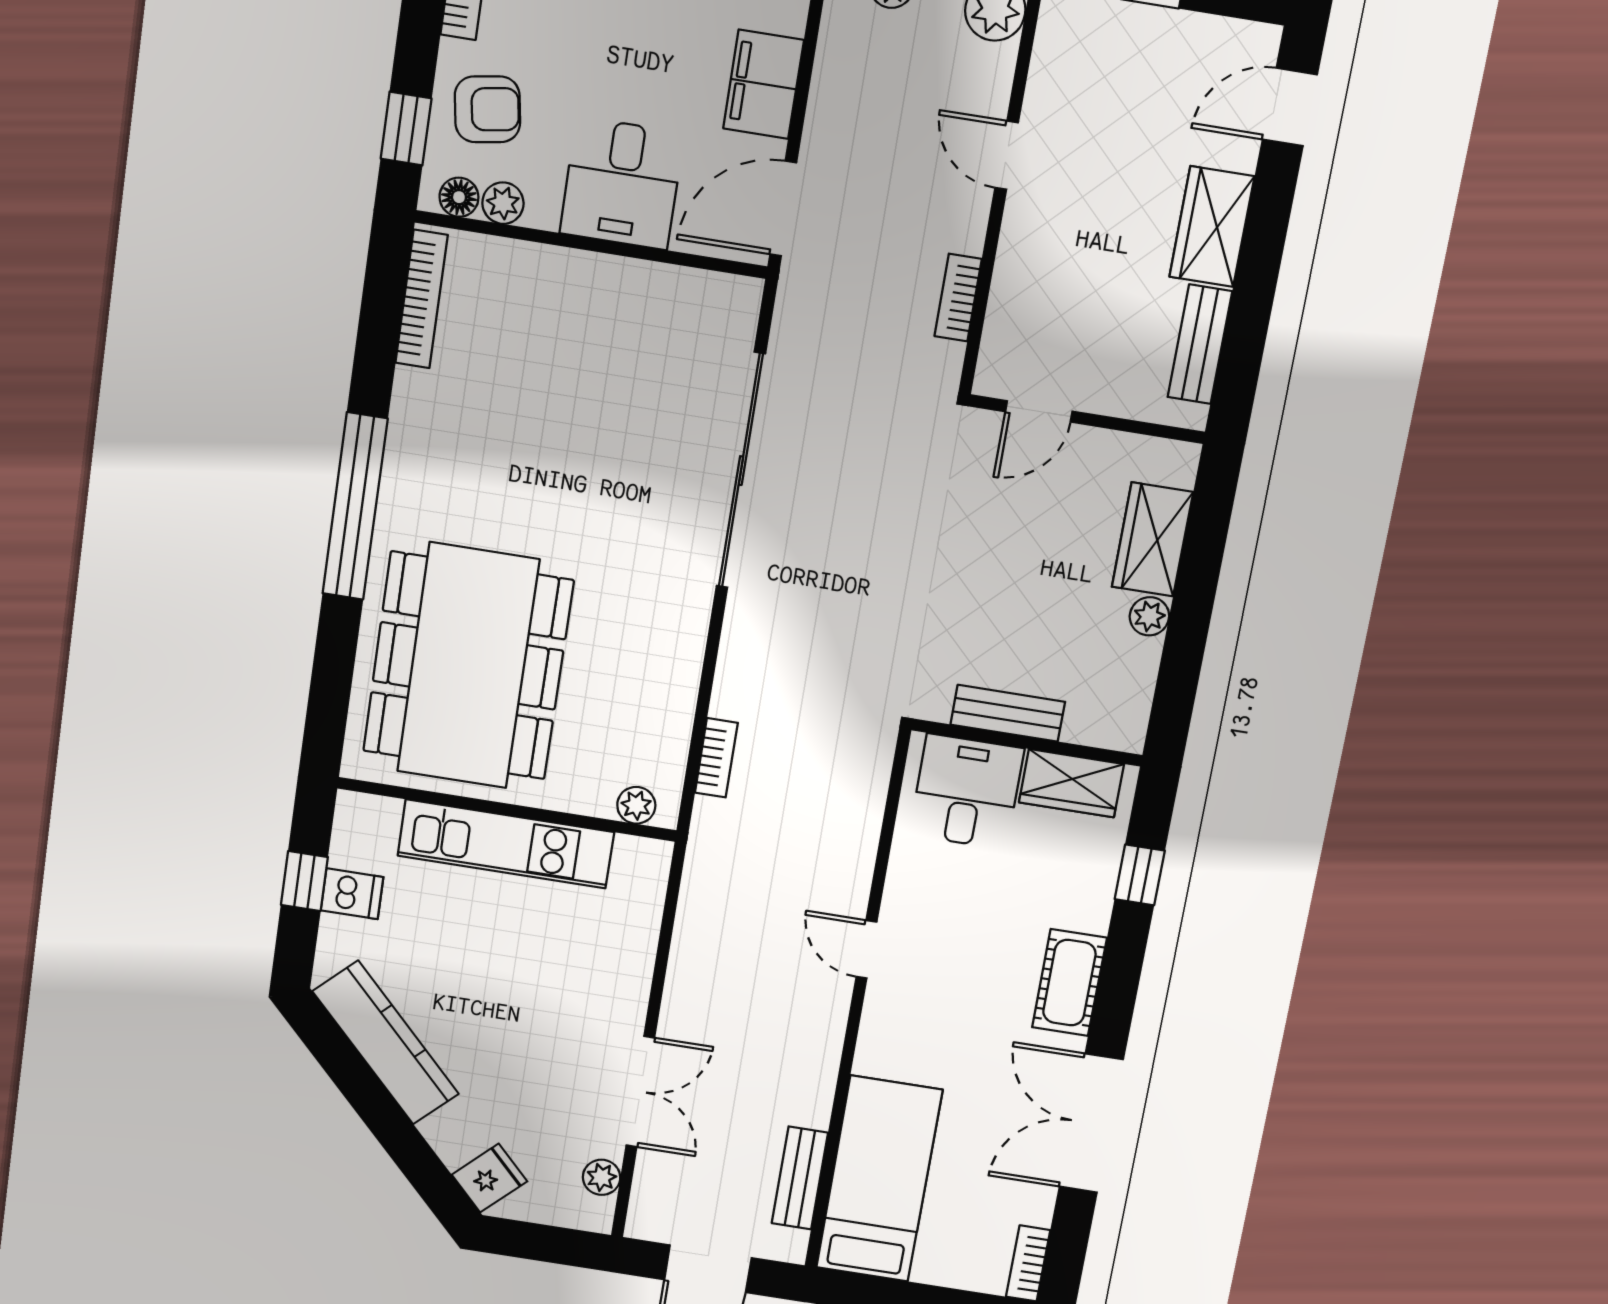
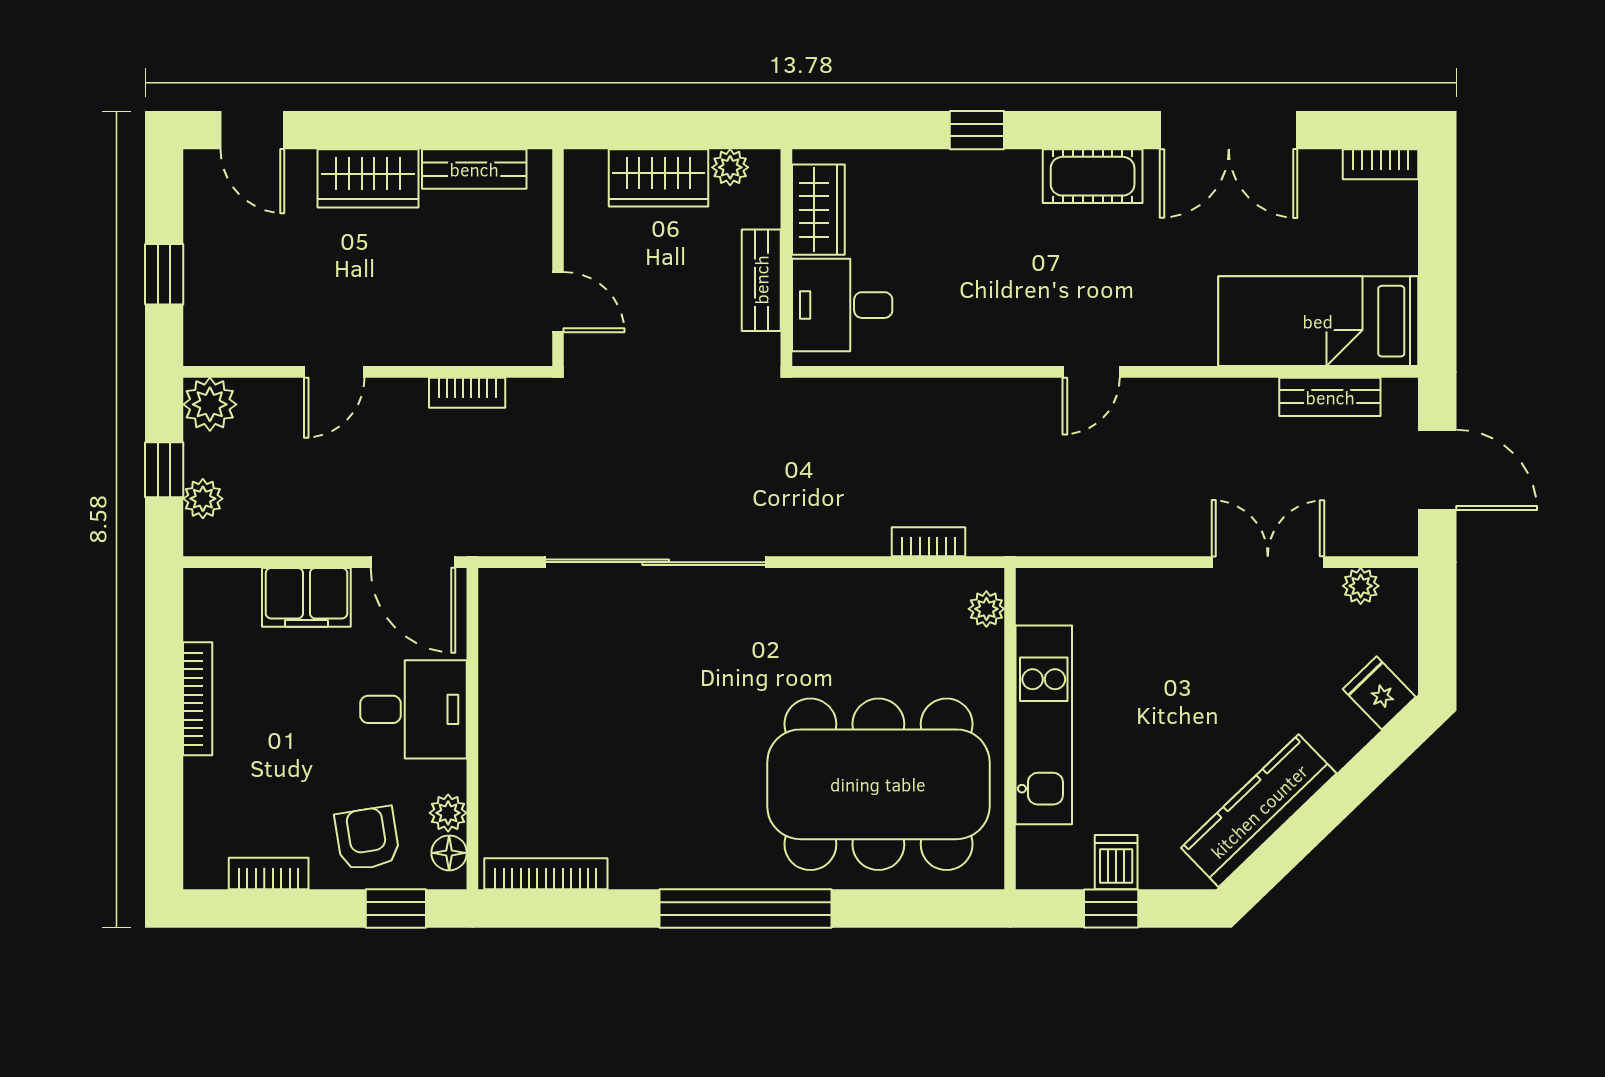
bench: (1008, 713) -> (761, 280), moved
wall: (1027, 743) -> (786, 258), moved
wardrobe: (1071, 783) -> (818, 210), moved
desk: (967, 792) -> (842, 305), moved

